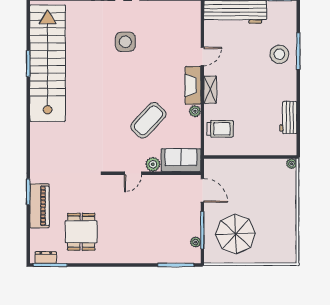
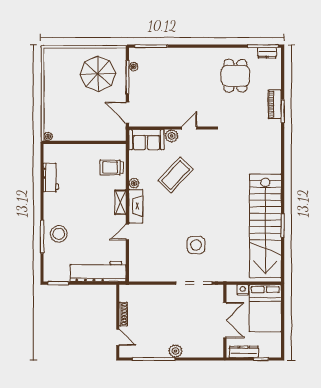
piano: (39, 206) -> (275, 104), width x0.73, depth x0.75

